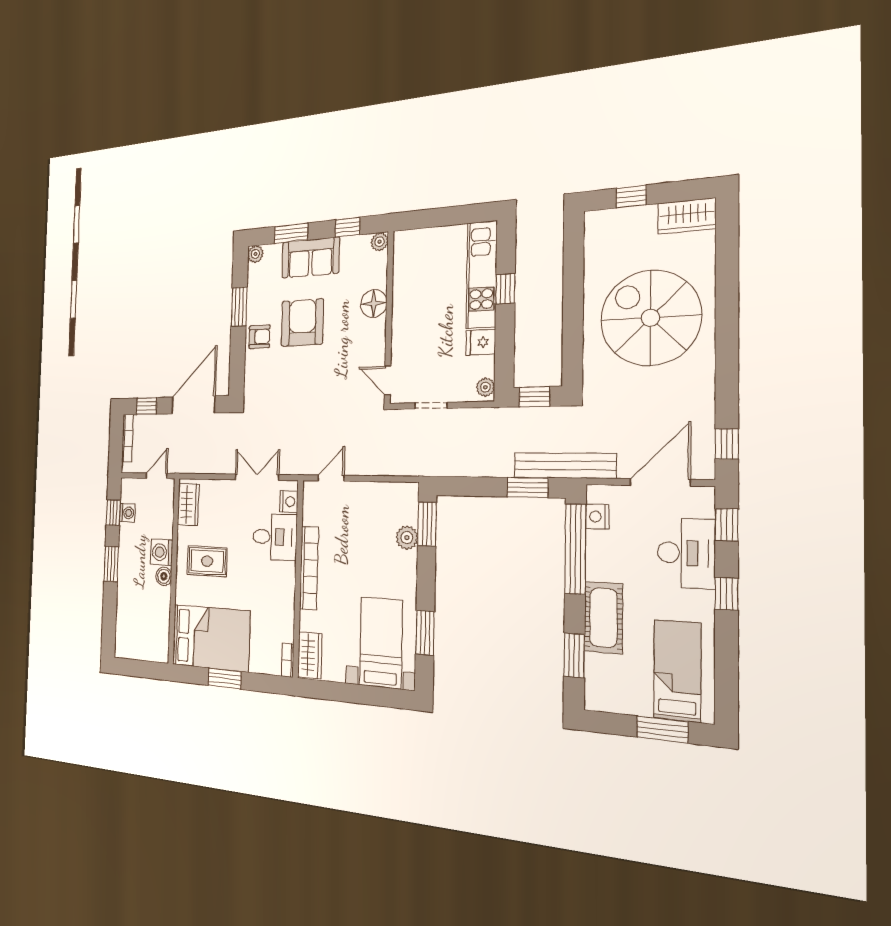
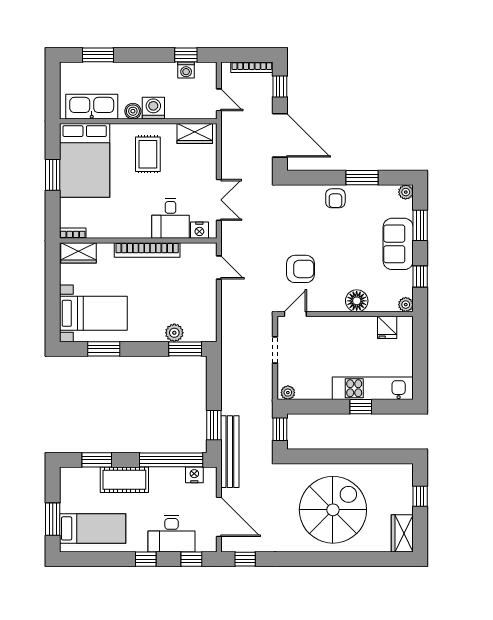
armchair: (302, 323) -> (301, 269), moved, width x0.73, depth x0.73
fridge: (481, 342) -> (387, 327), moved, turned 180
window: (111, 564) -> (98, 55), moved
kitchen sink: (158, 624) -> (92, 107), added

